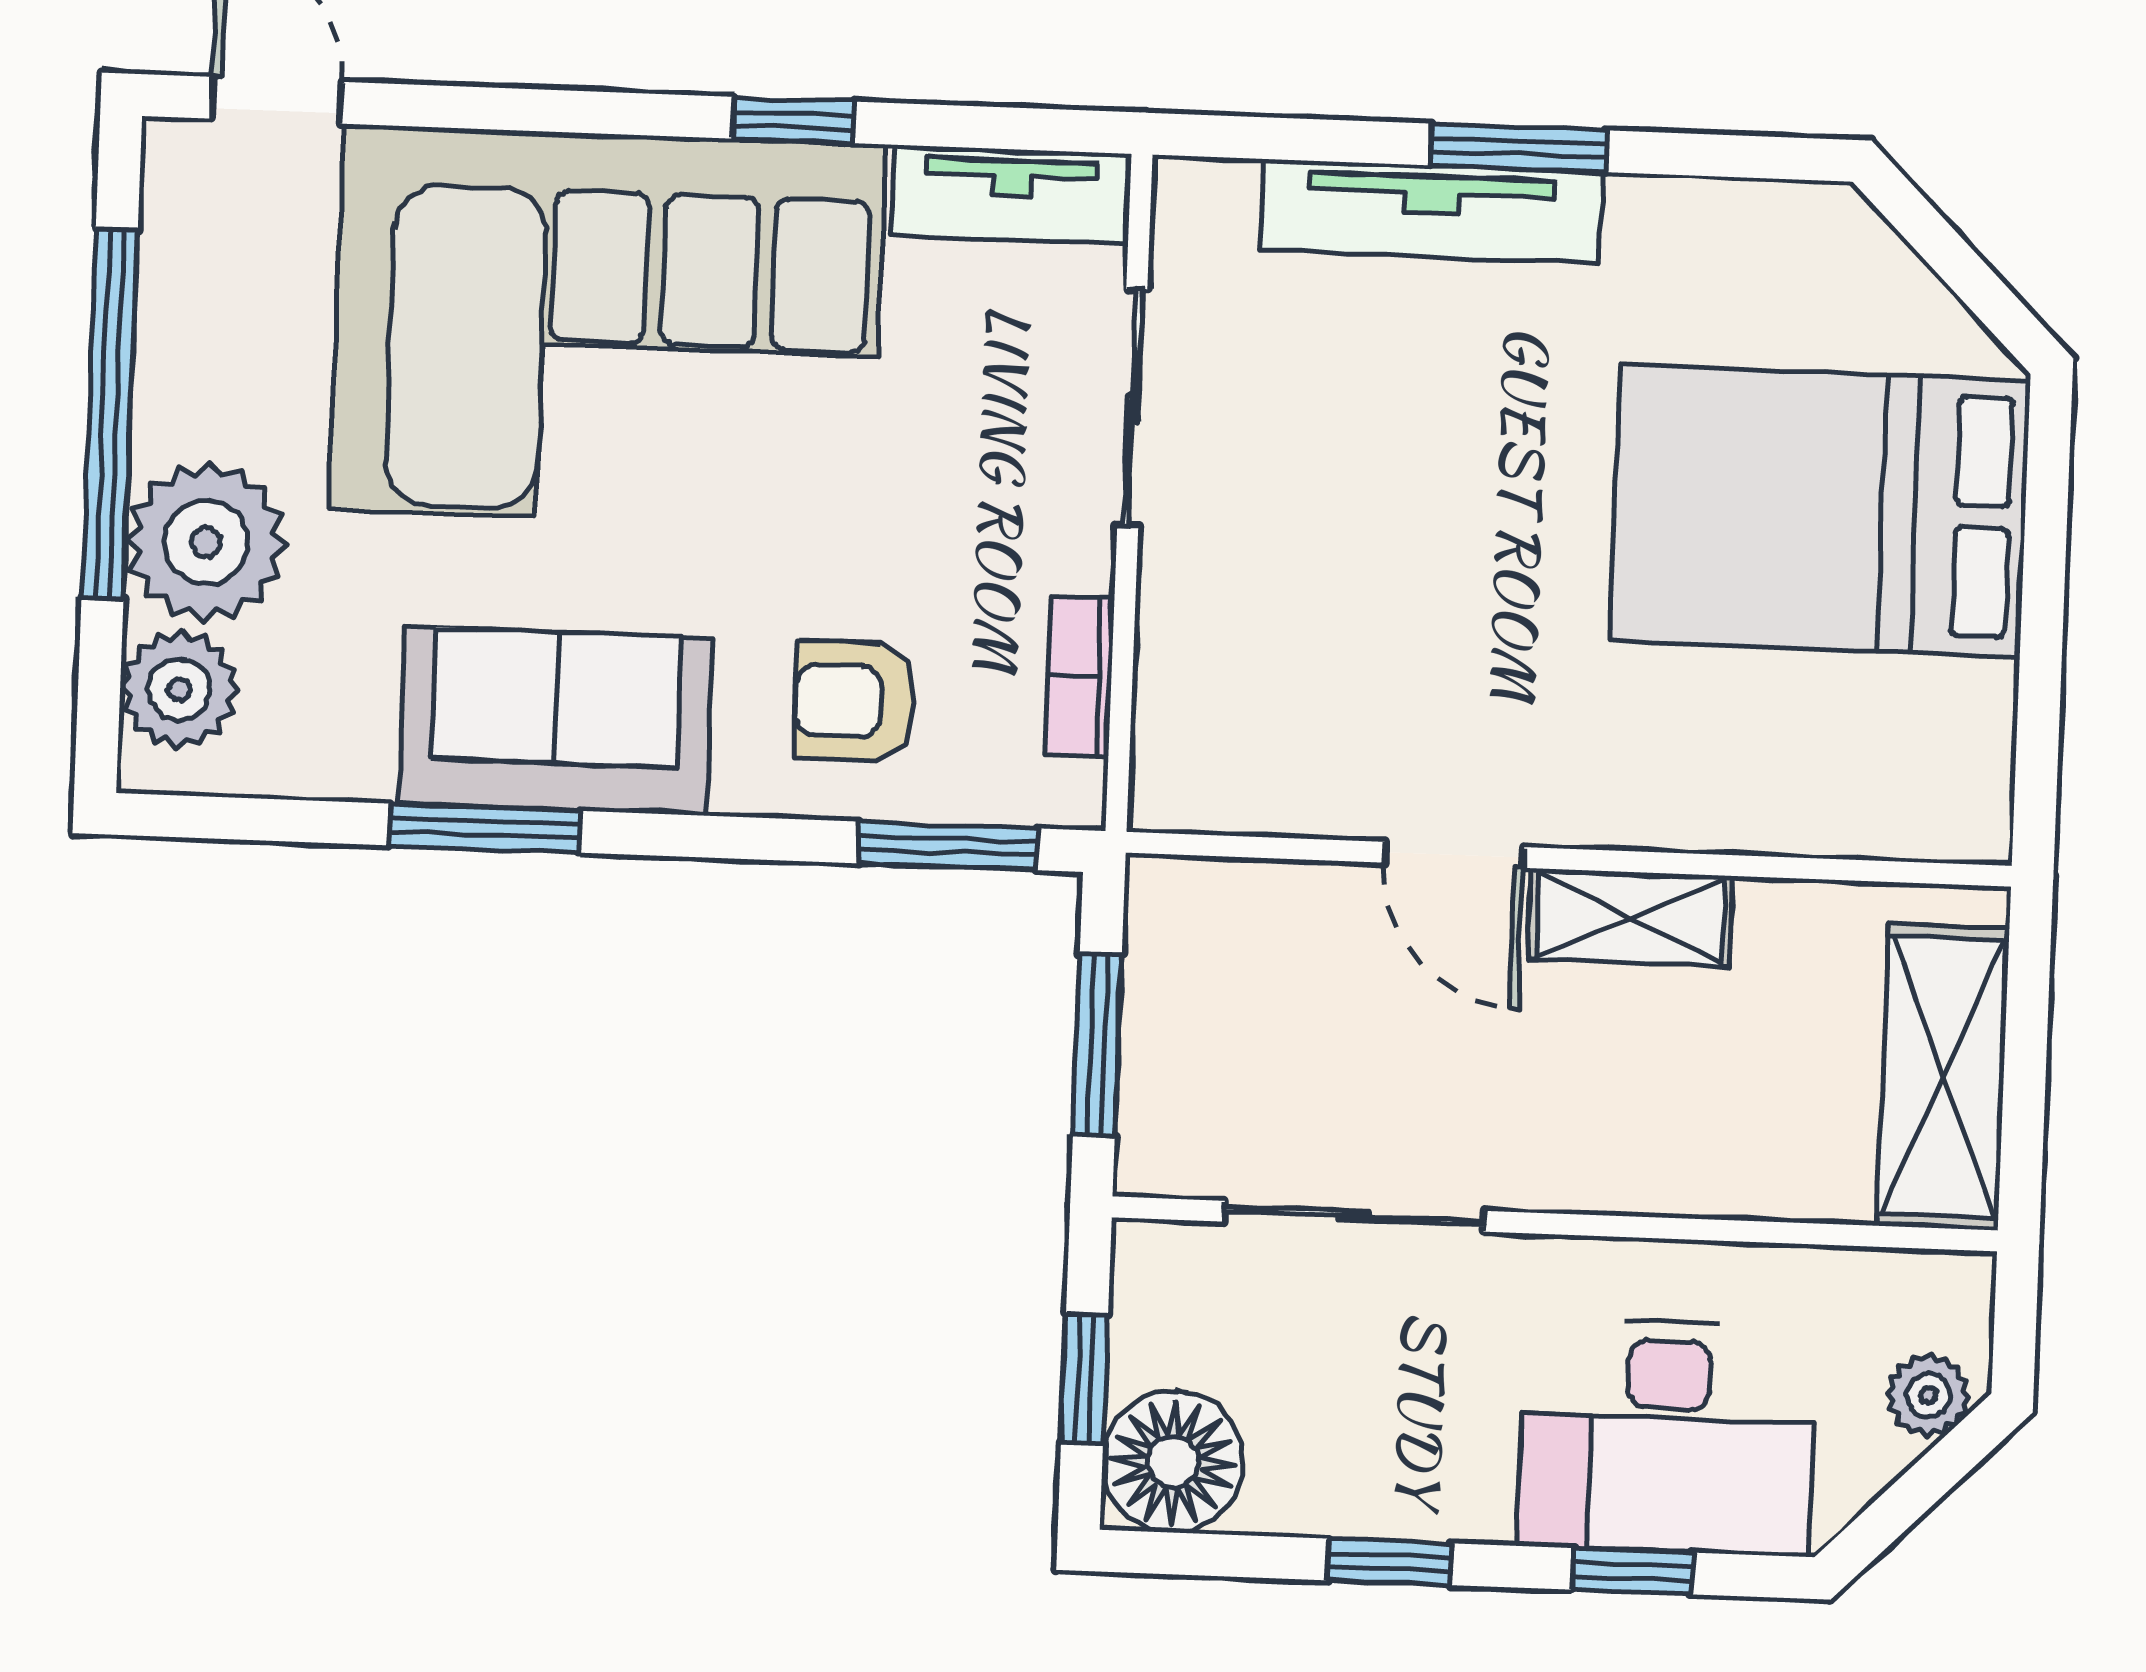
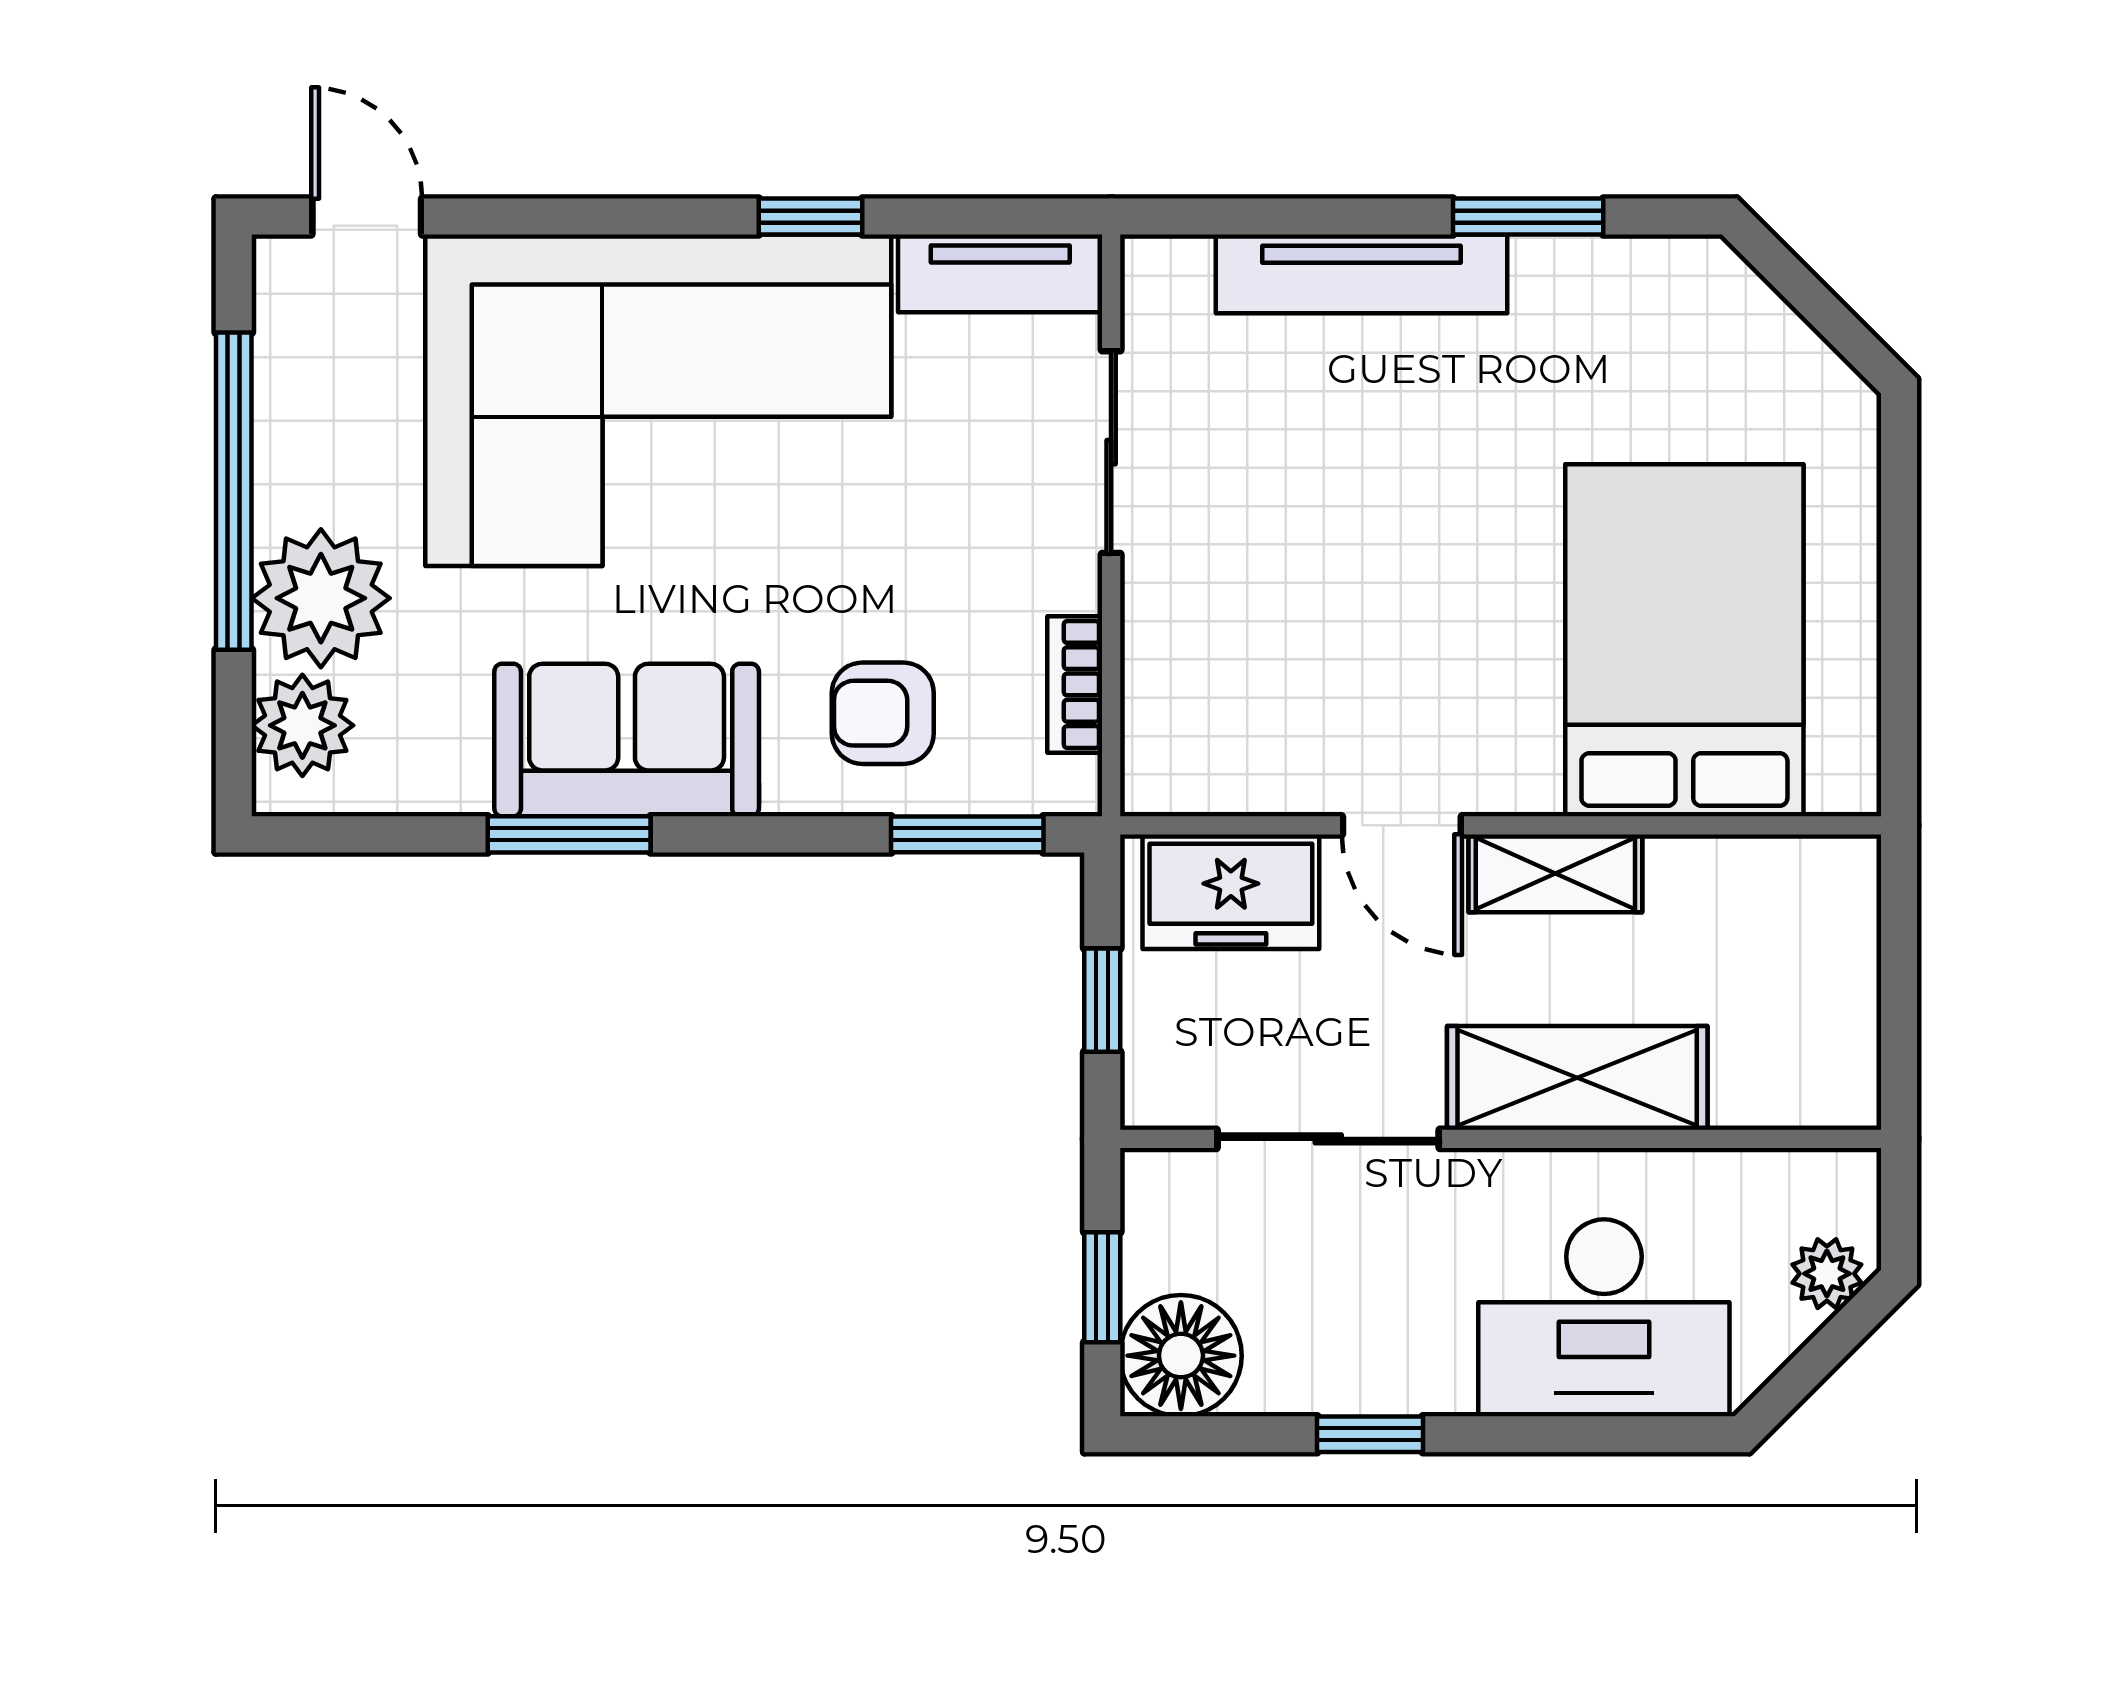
window: (1519, 148) -> (1528, 217), moved
bed: (1820, 511) -> (1684, 640), moved, turned 90
freezer: (1252, 924) -> (1231, 892), added
window: (1097, 1045) -> (1102, 1000), width x0.67
shelving: (1943, 1077) -> (1577, 1078), moved, turned 90
window: (1632, 1571) -> (1578, 1434), removed

